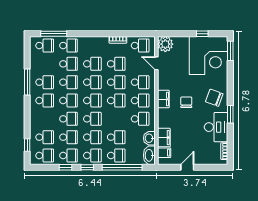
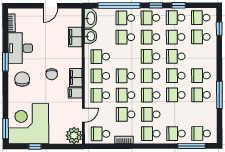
door: (156, 63) -> (83, 115), hinge flipped
school desk: (68, 64) -> (151, 134), moved
chair: (214, 98) -> (22, 79), turned -110
filing cabinet: (164, 153) -> (75, 93), moved

